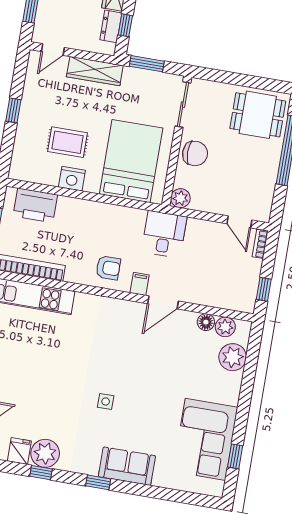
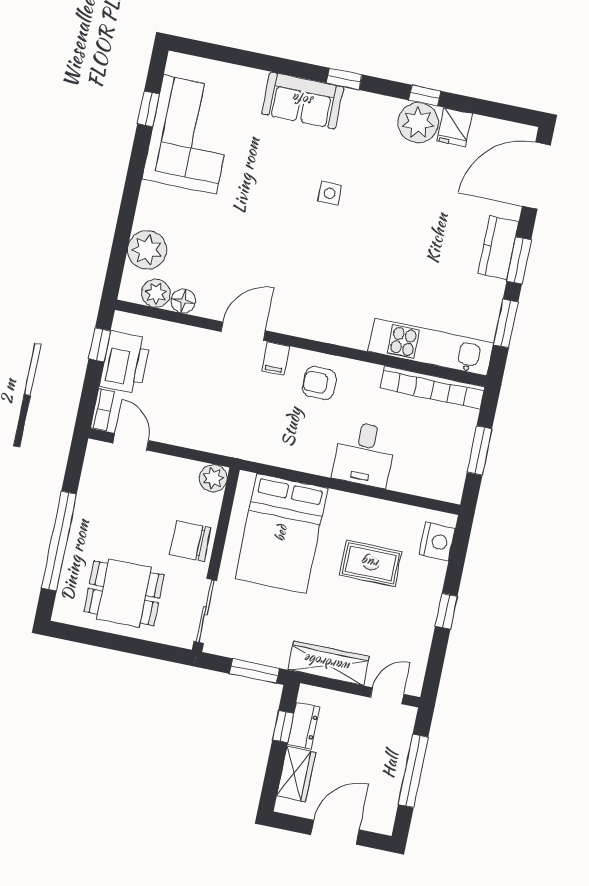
dining table: (258, 115) -> (124, 593), moved
nightstand: (72, 179) -> (437, 541), moved, turned 90
printer: (35, 205) -> (125, 362), moved, turned 90
desk: (164, 234) -> (364, 454), moved

